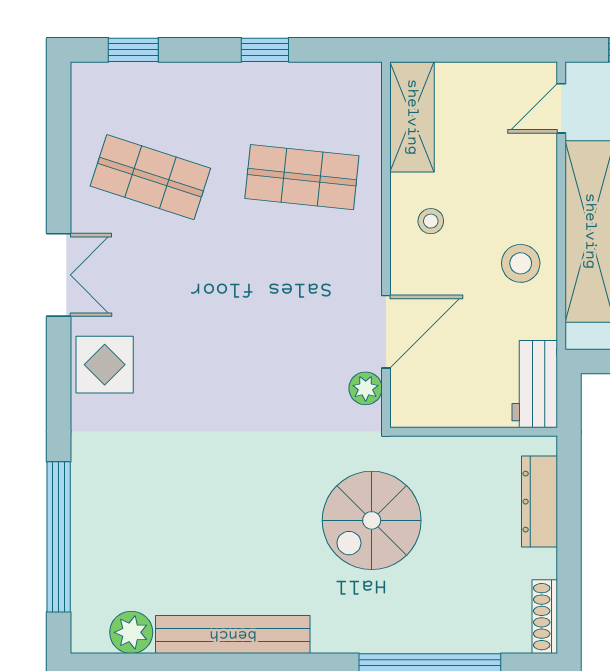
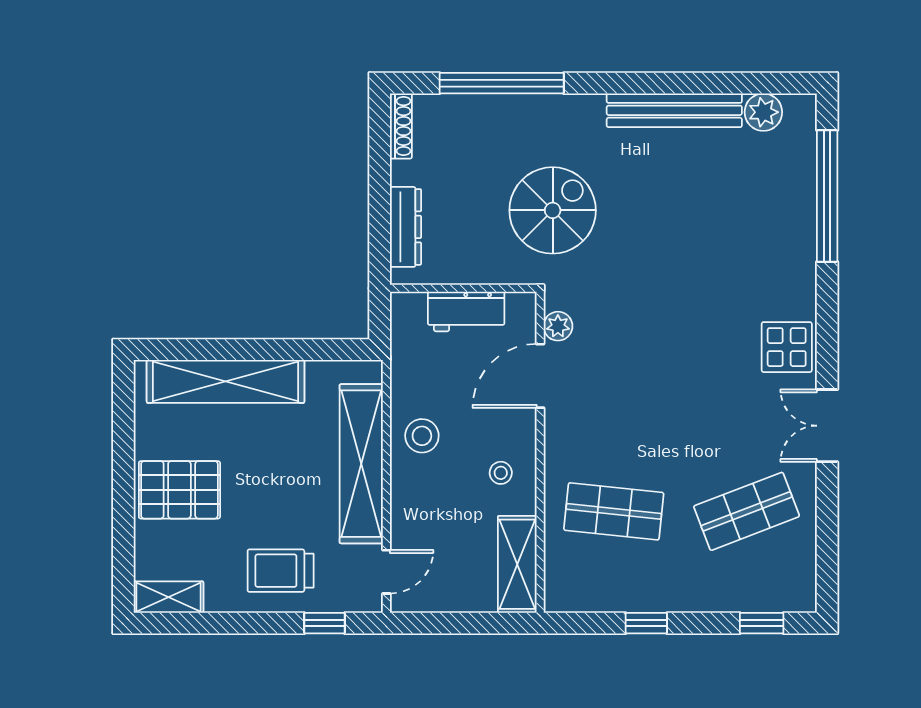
shop shelf: (150, 177) -> (747, 511), turned -39
workbench: (535, 384) -> (466, 311), moved, turned 90

